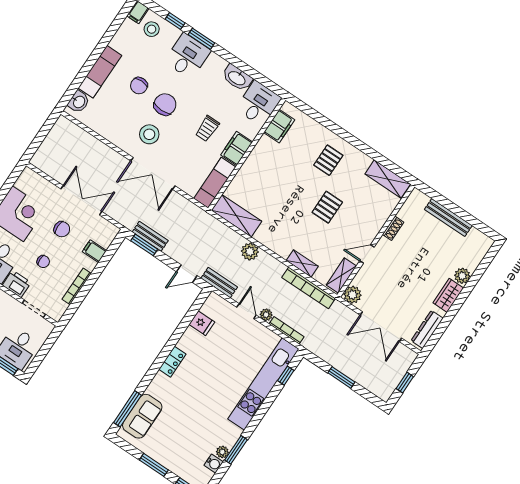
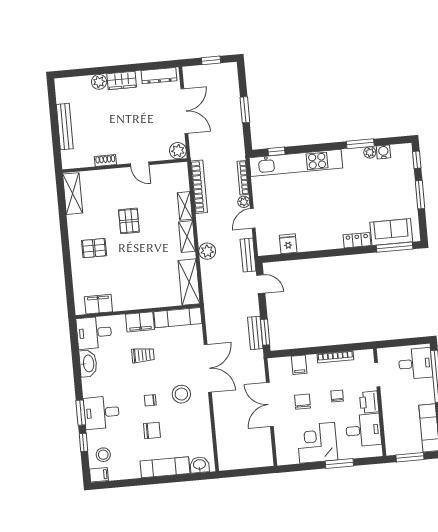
chair: (165, 104) -> (150, 400), width x0.54, depth x0.54
pallet: (327, 207) -> (129, 221), turned 90
shelving: (341, 275) -> (187, 237), moved, turned 90
locker: (172, 362) -> (357, 240), moved

